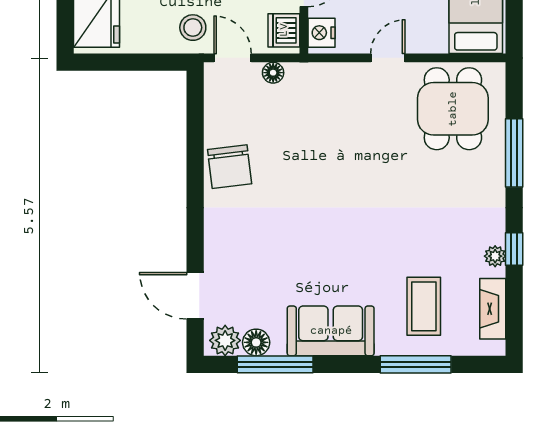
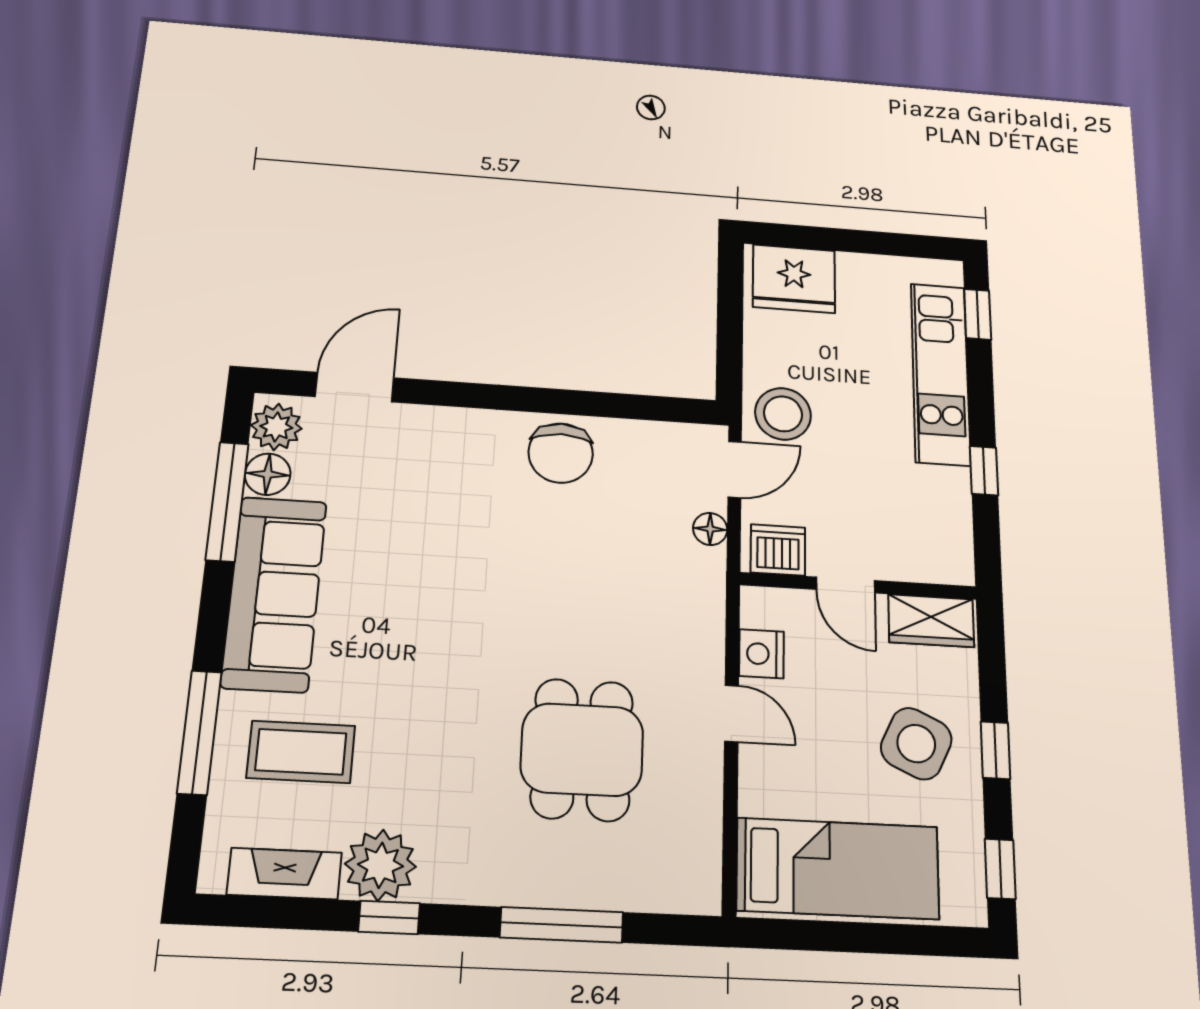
stool: (193, 28) -> (783, 414), width x1.38, depth x1.38
nightstand: (321, 33) -> (761, 654), moved, turned -90
dining table: (453, 109) -> (582, 750), moved, turned 90
chair: (230, 167) -> (561, 453), turned -83
plant: (495, 256) -> (380, 865), width x1.87, depth x1.87
sofa: (331, 331) -> (274, 593), width x1.36

